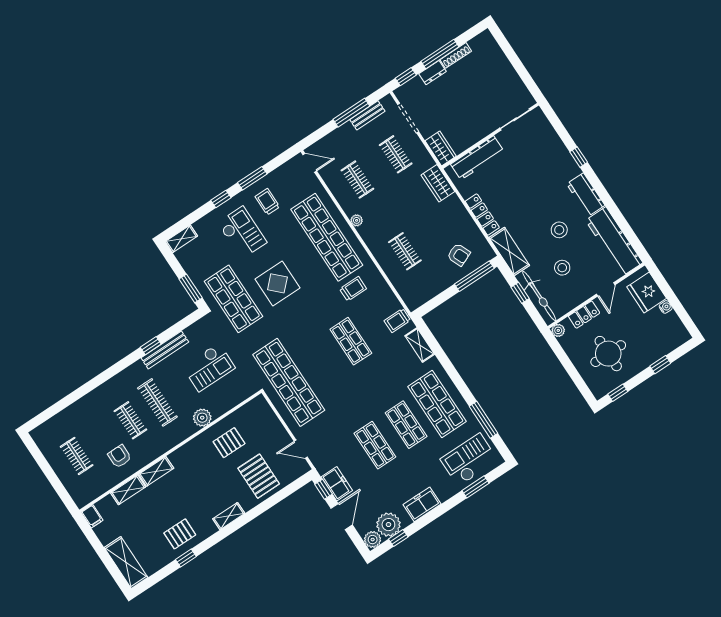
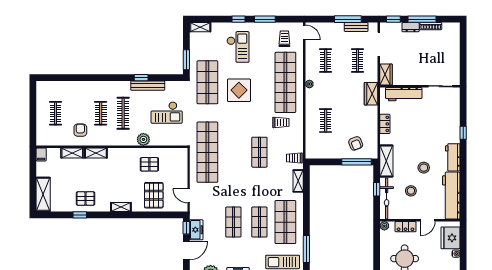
trolley: (267, 202) -> (284, 39), moved
locker: (482, 214) -> (385, 124), width x0.66

